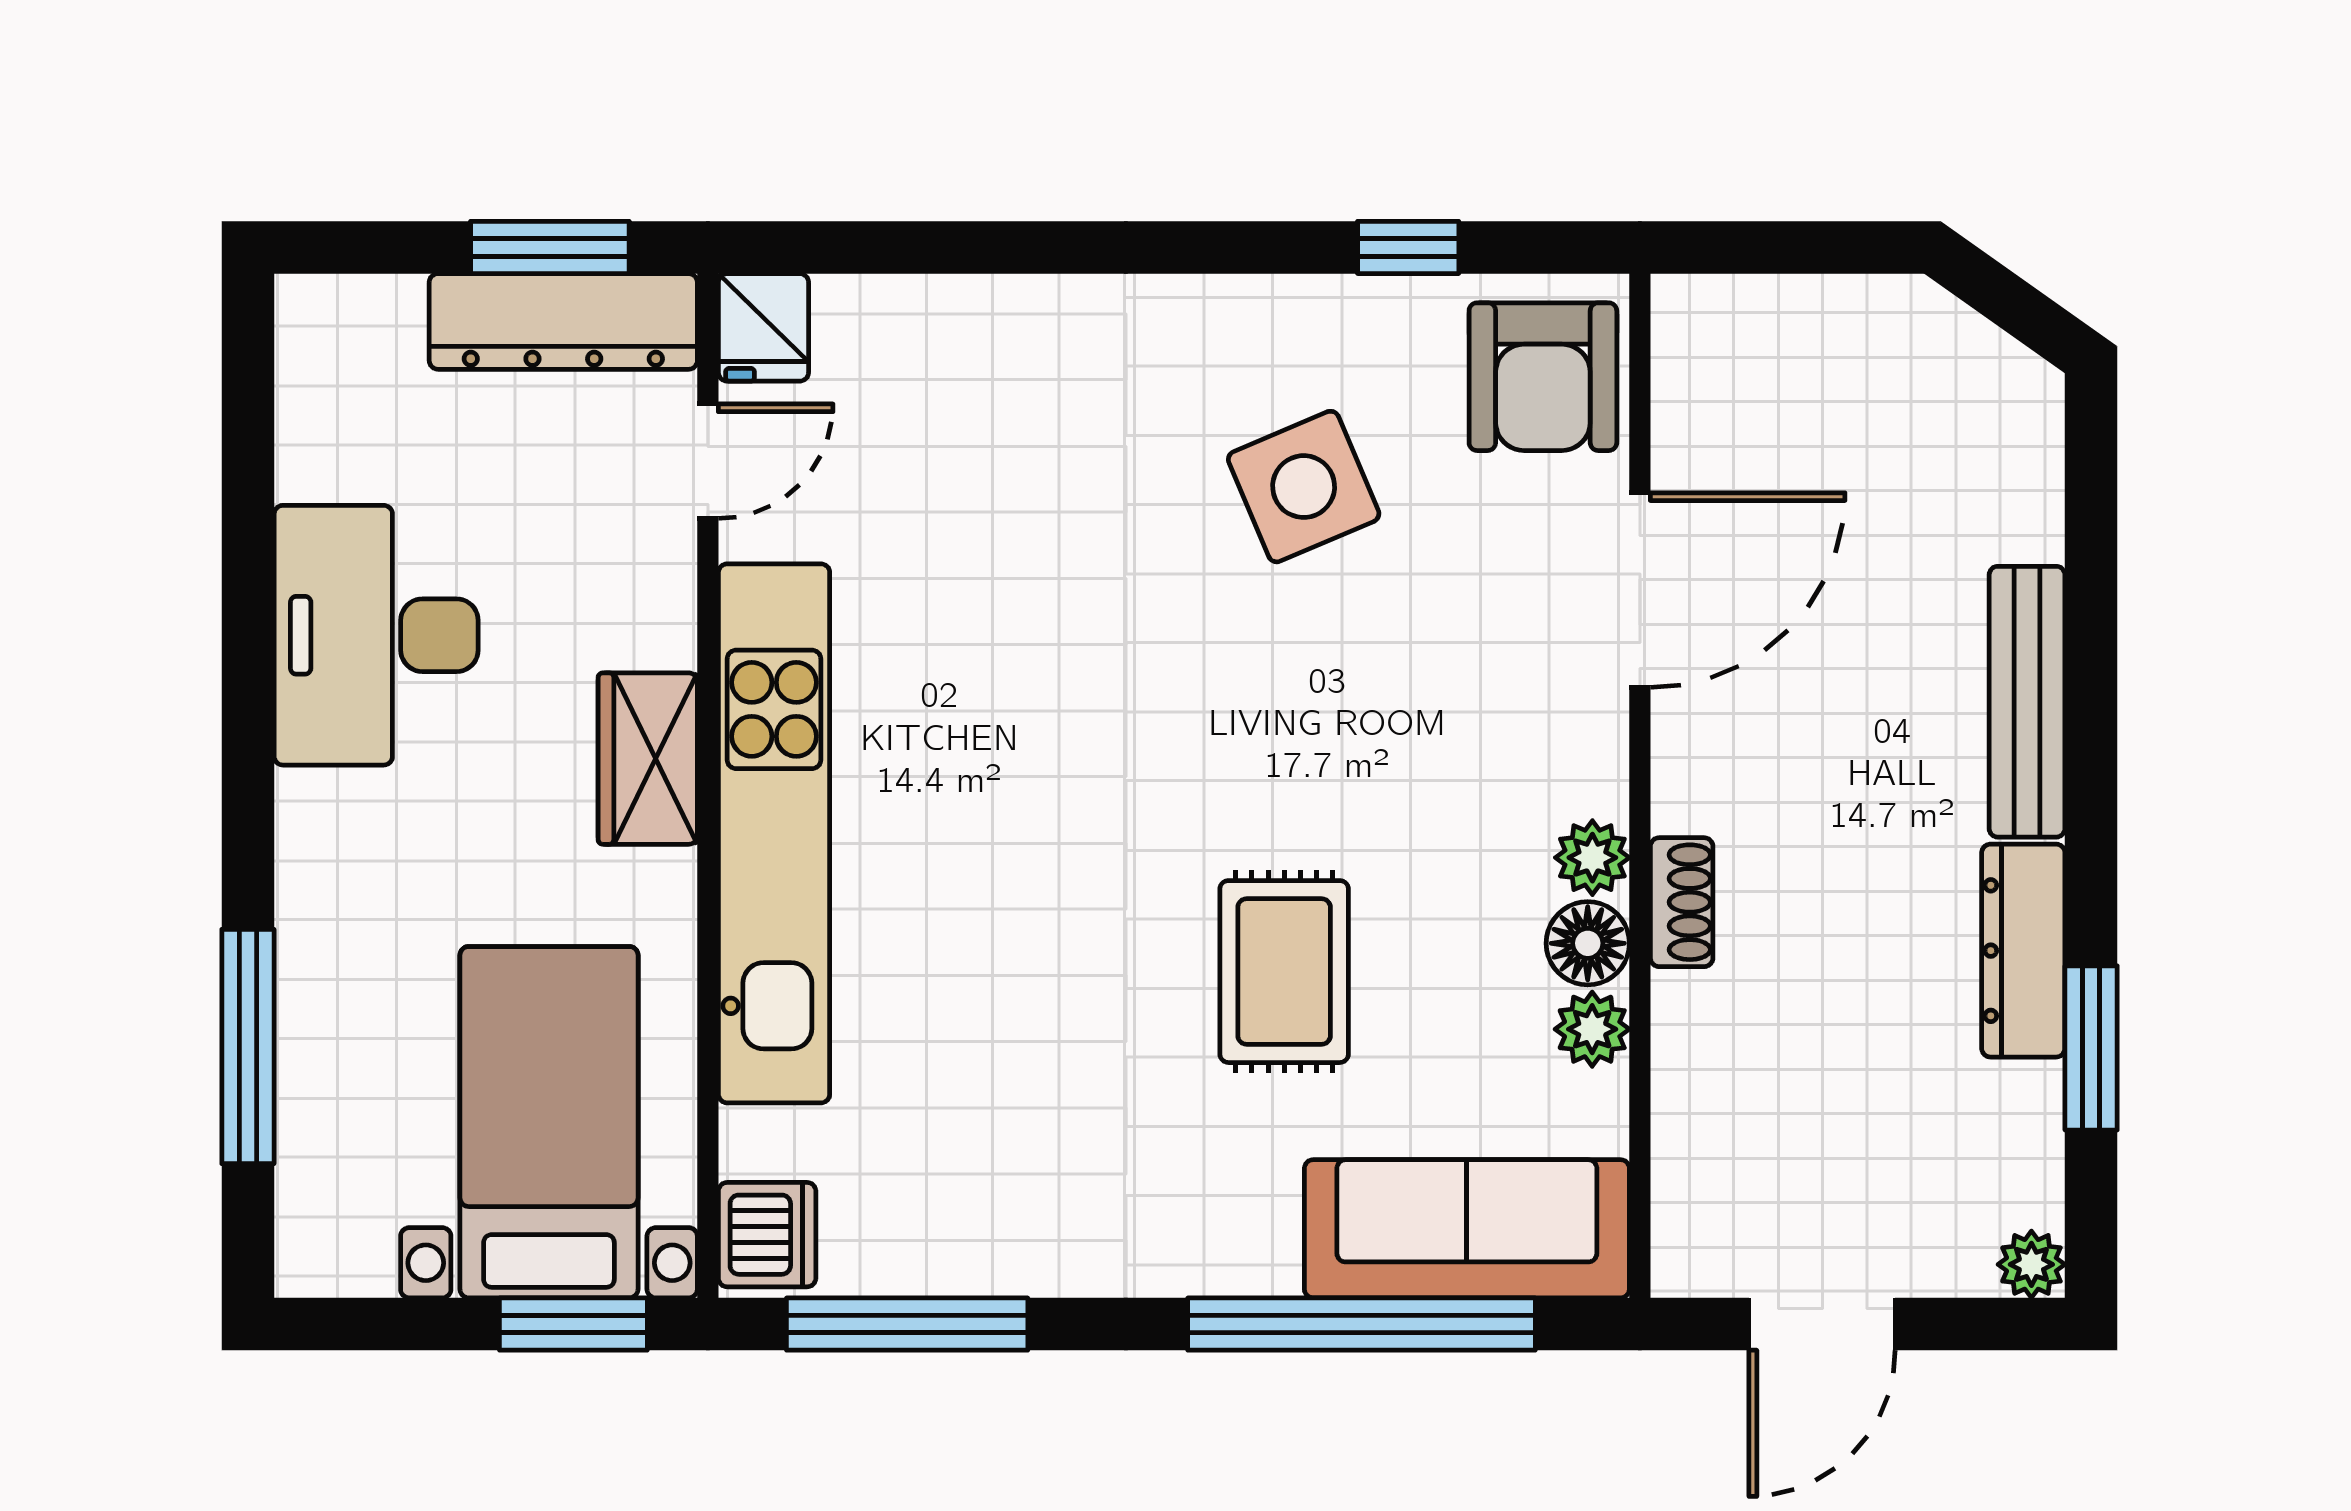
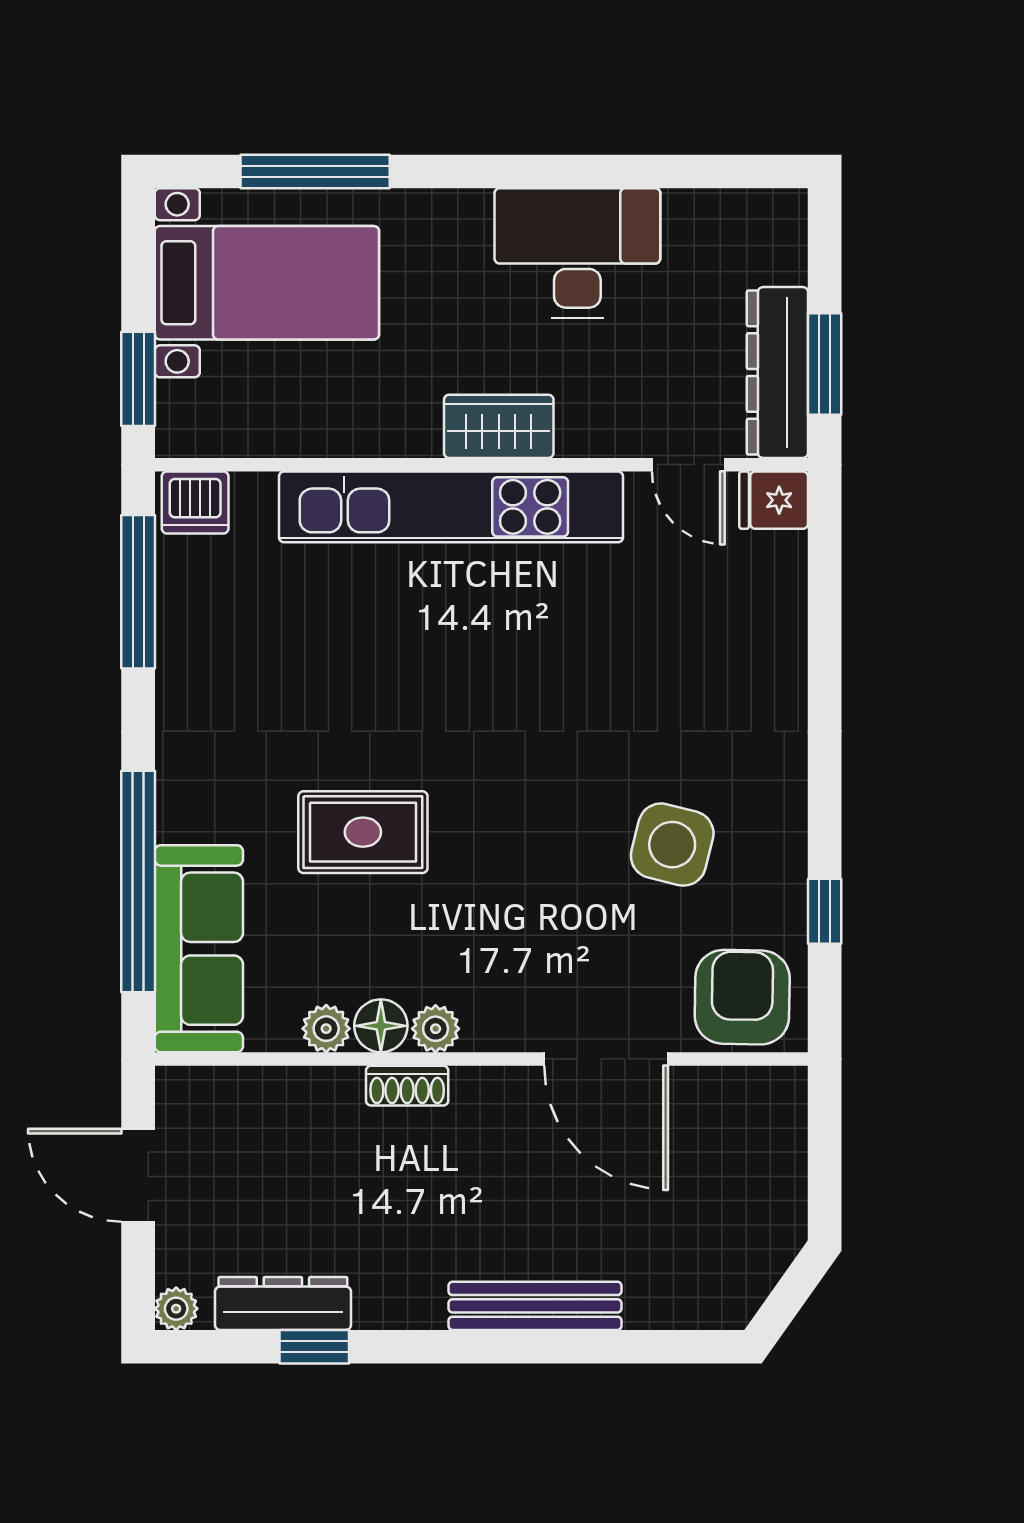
armchair: (1543, 377) -> (742, 997), turned 91
side table: (1304, 487) -> (672, 845), turned 37
dresser: (2023, 951) -> (283, 1303), moved
window: (2091, 1048) -> (314, 1347), width x0.67
bed with nightstands: (549, 1122) -> (267, 283), moved

